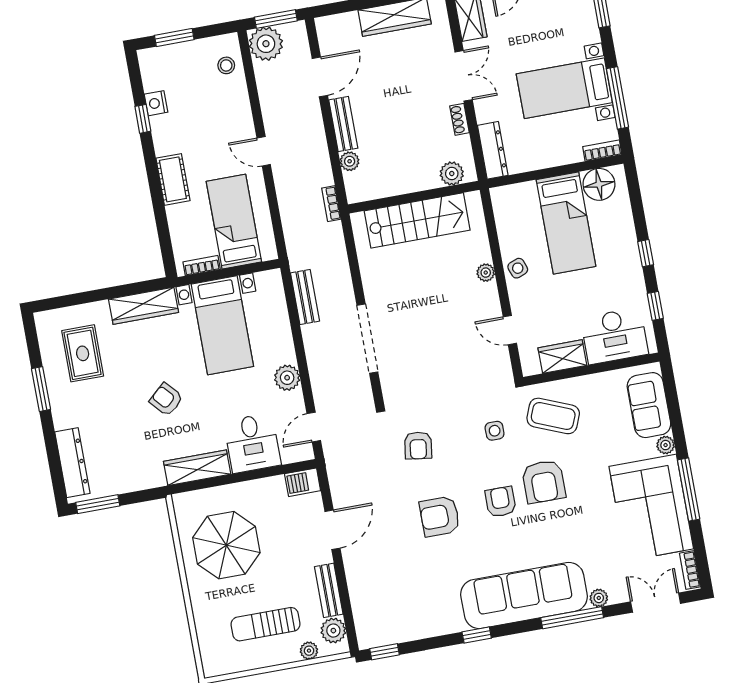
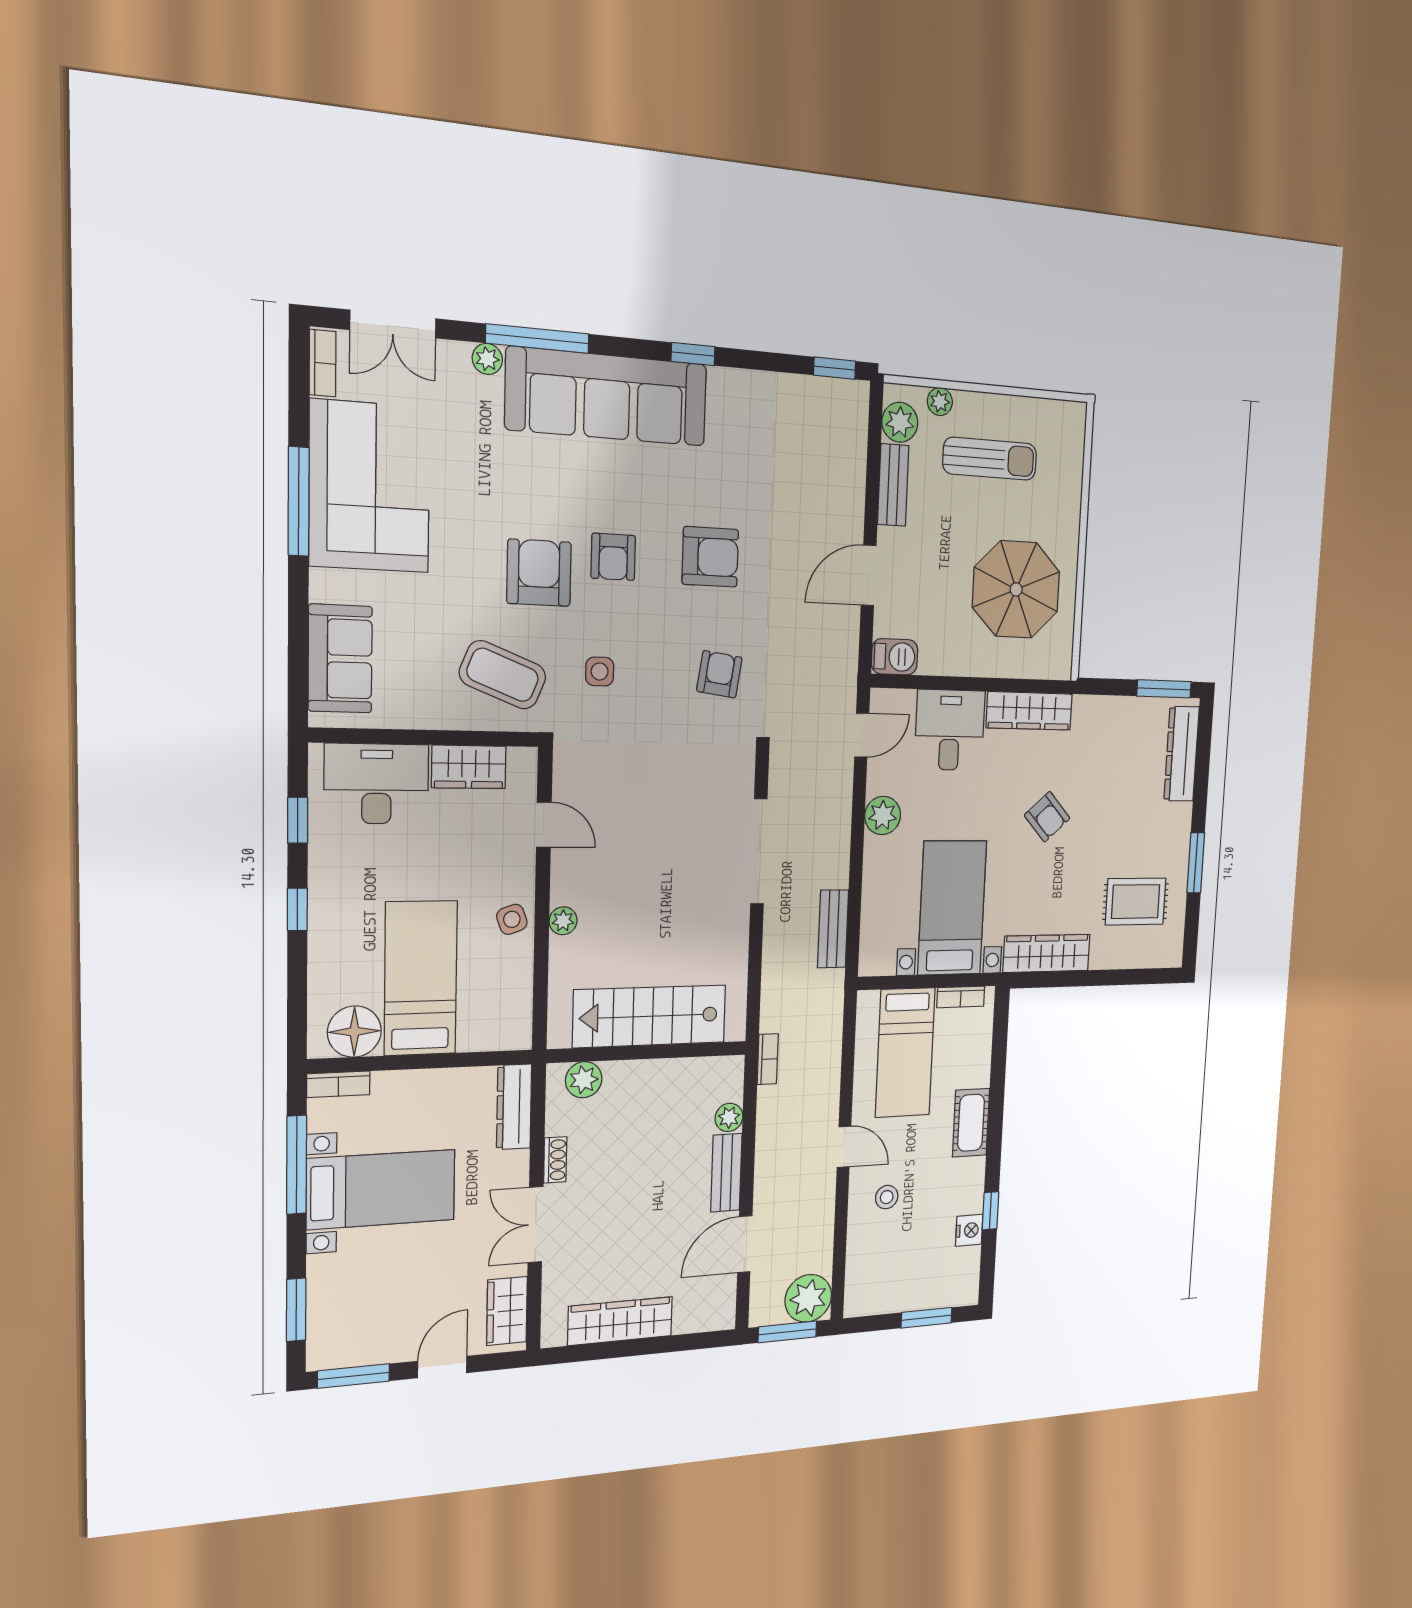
stool: (226, 65) -> (887, 1197), moved
rug: (83, 353) -> (1136, 902), turned 90
plant: (666, 445) -> (324, 586), removed

